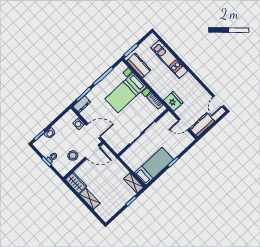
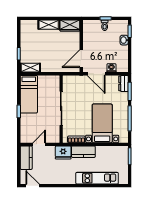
kitchen counter: (139, 65) -> (83, 152), moved
door: (93, 131) -> (96, 74), hinge flipped
stool: (73, 155) -> (92, 42), removed

